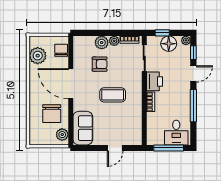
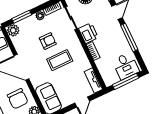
window: (95, 33) -> (22, 17), added
plant: (102, 43) -> (13, 30), moved
armchair: (100, 64) -> (48, 41), moved
tv unit: (137, 132) -> (93, 80), added

